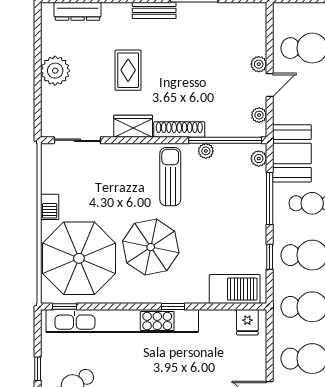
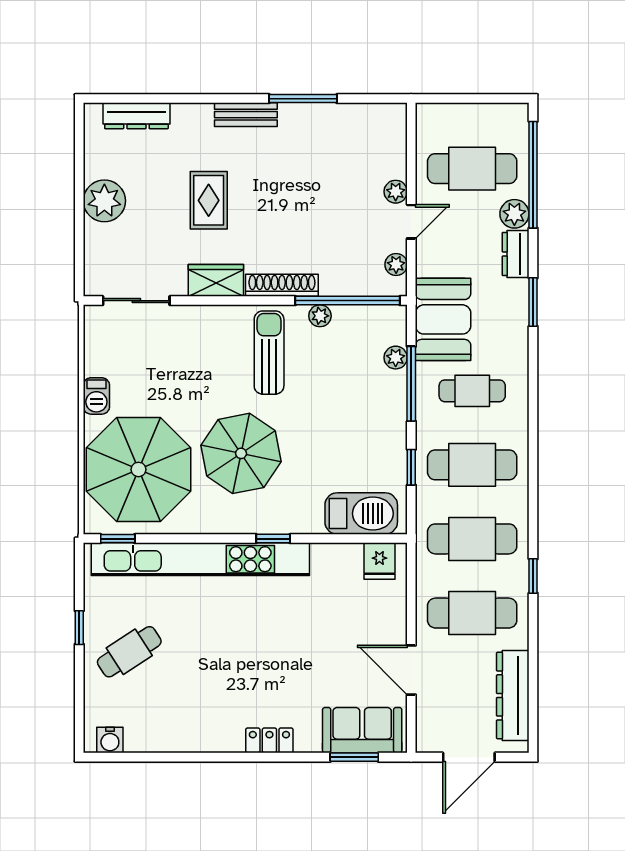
plant: (259, 159) -> (396, 358), moved

